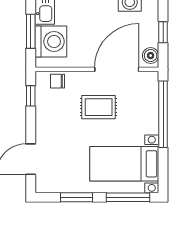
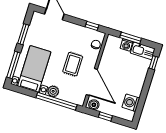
washing machine: (51, 42) -> (126, 45), width x0.53, depth x0.53
plant: (149, 124) -> (53, 91), added

